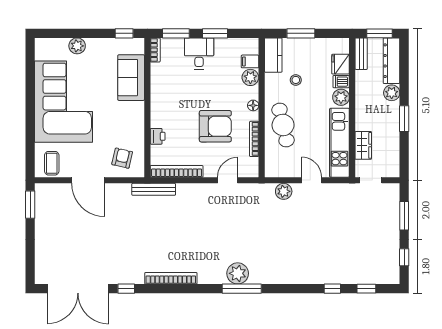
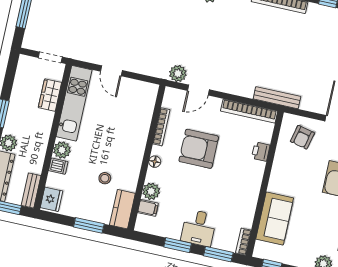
fridge: (341, 64) -> (52, 199), moved
cafe table: (283, 125) -> (128, 135), removed
plant: (284, 191) -> (178, 73), moved

